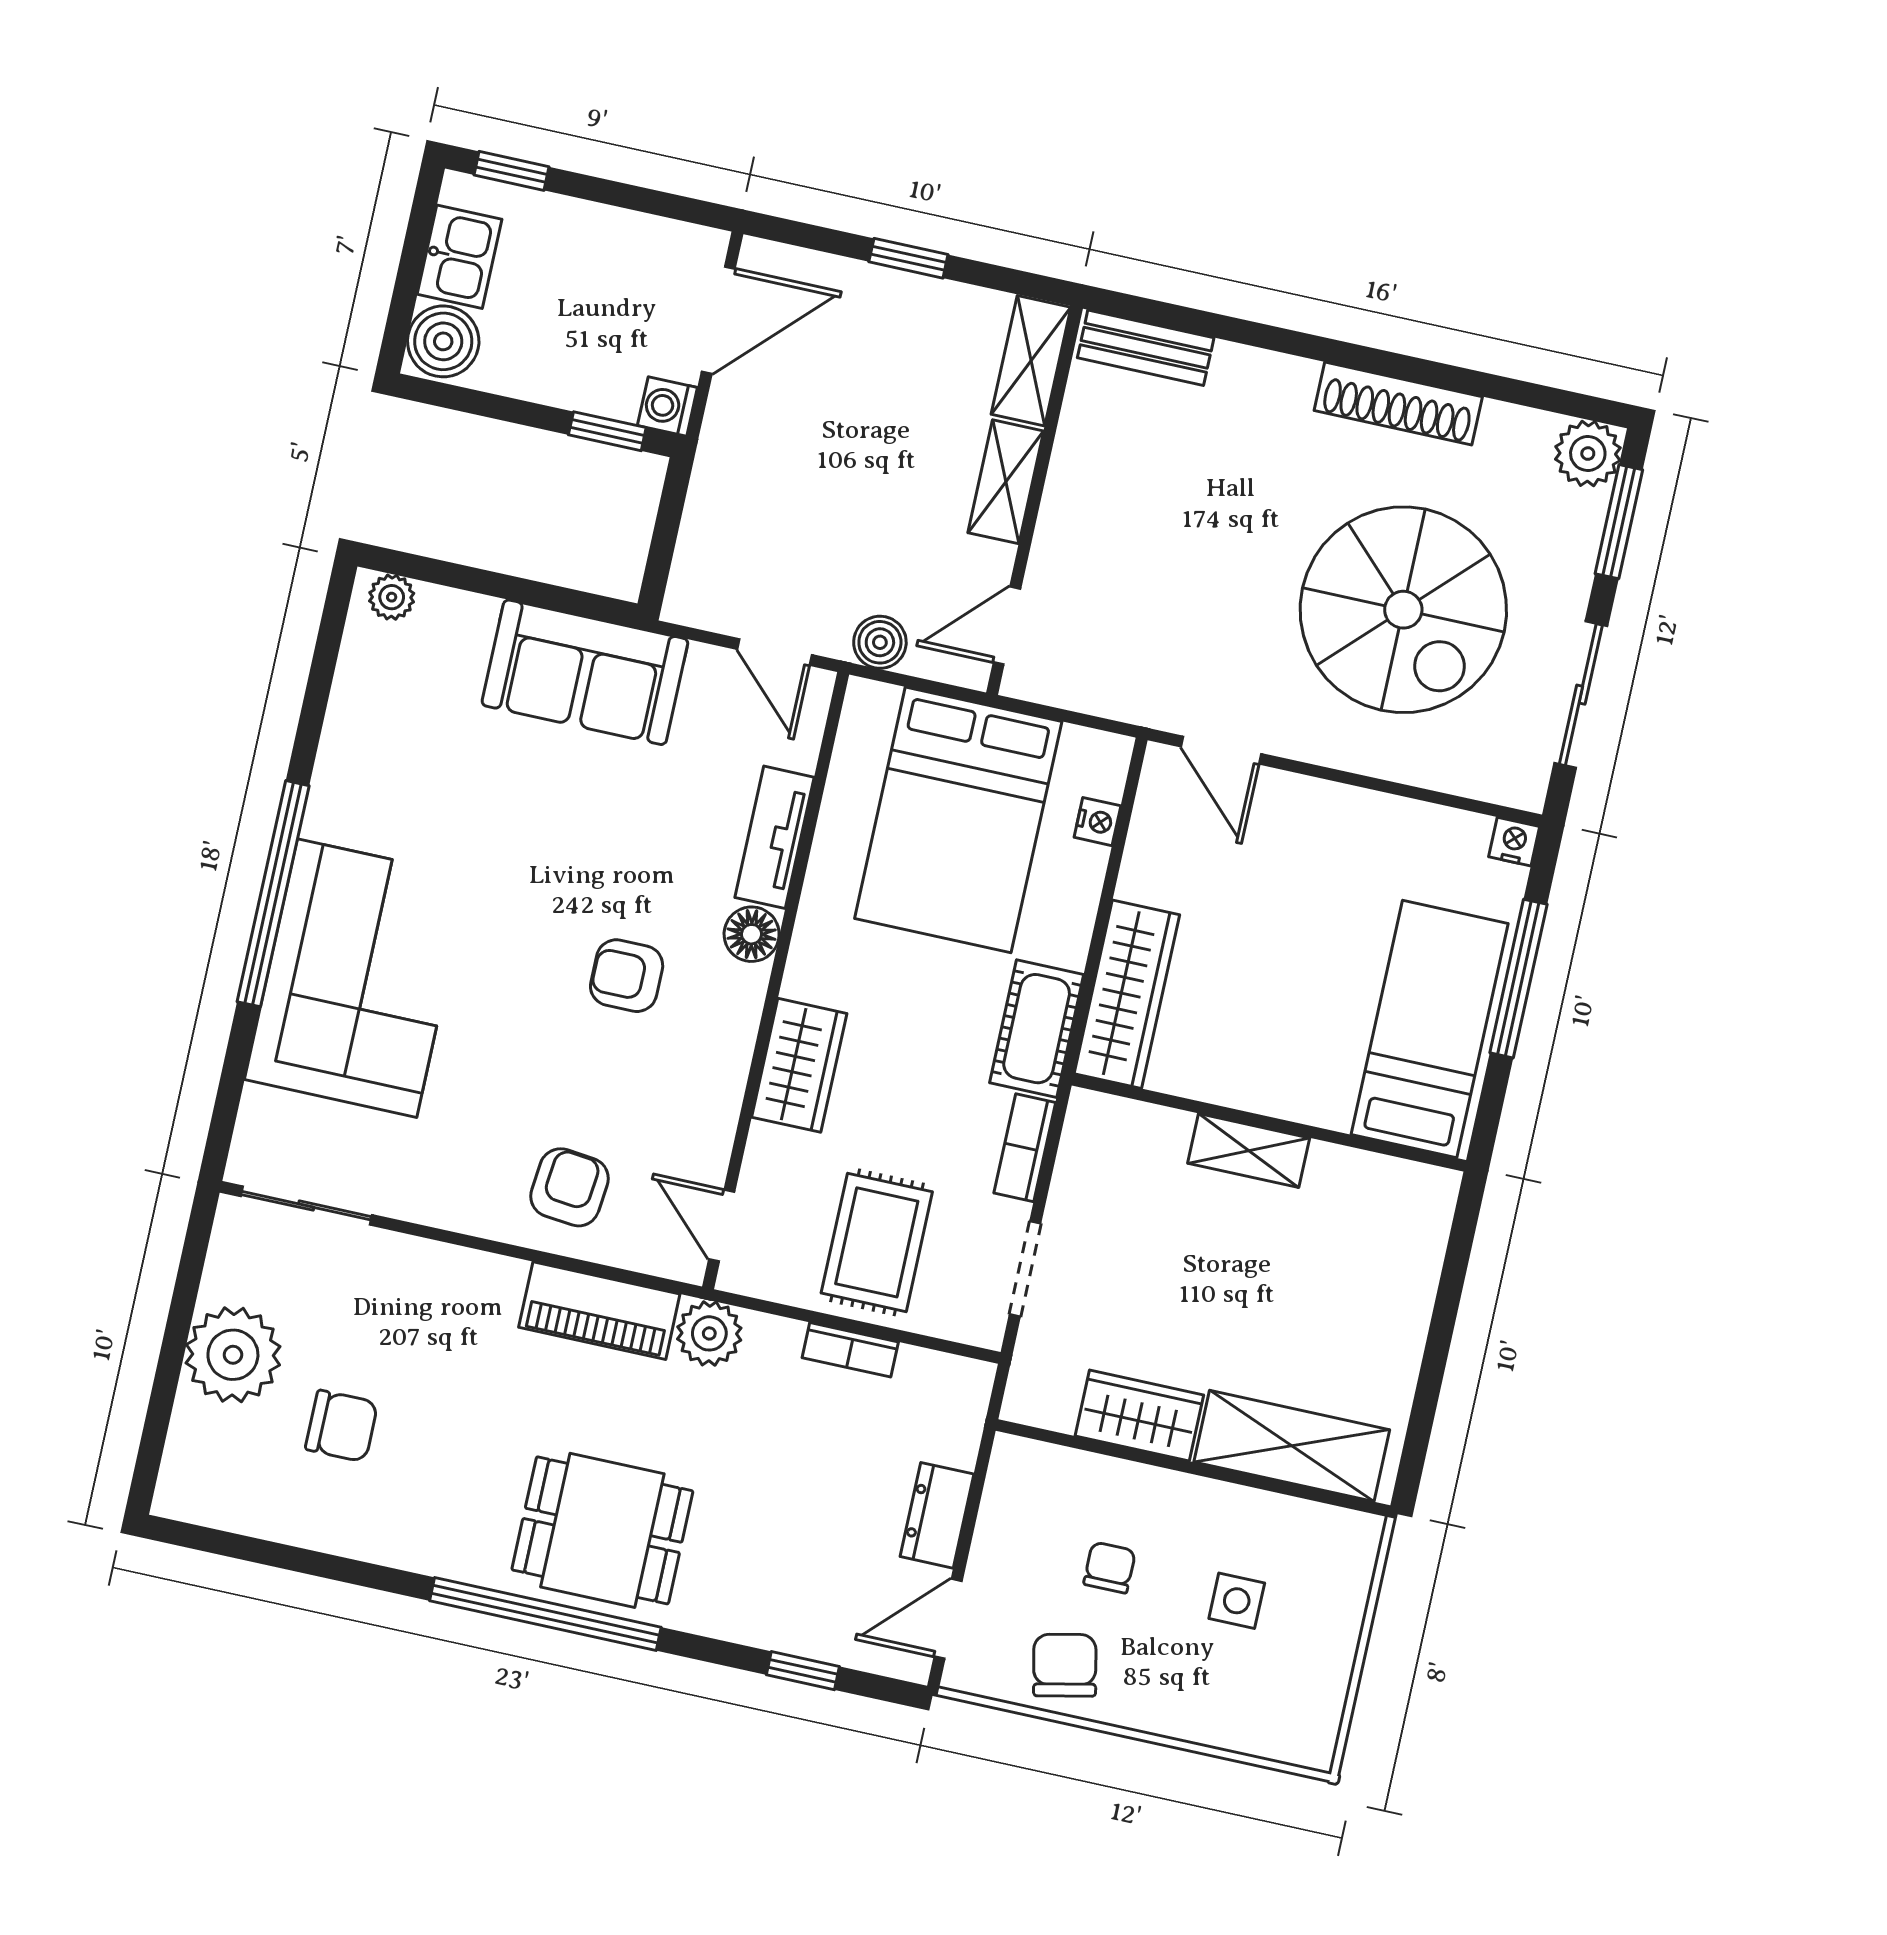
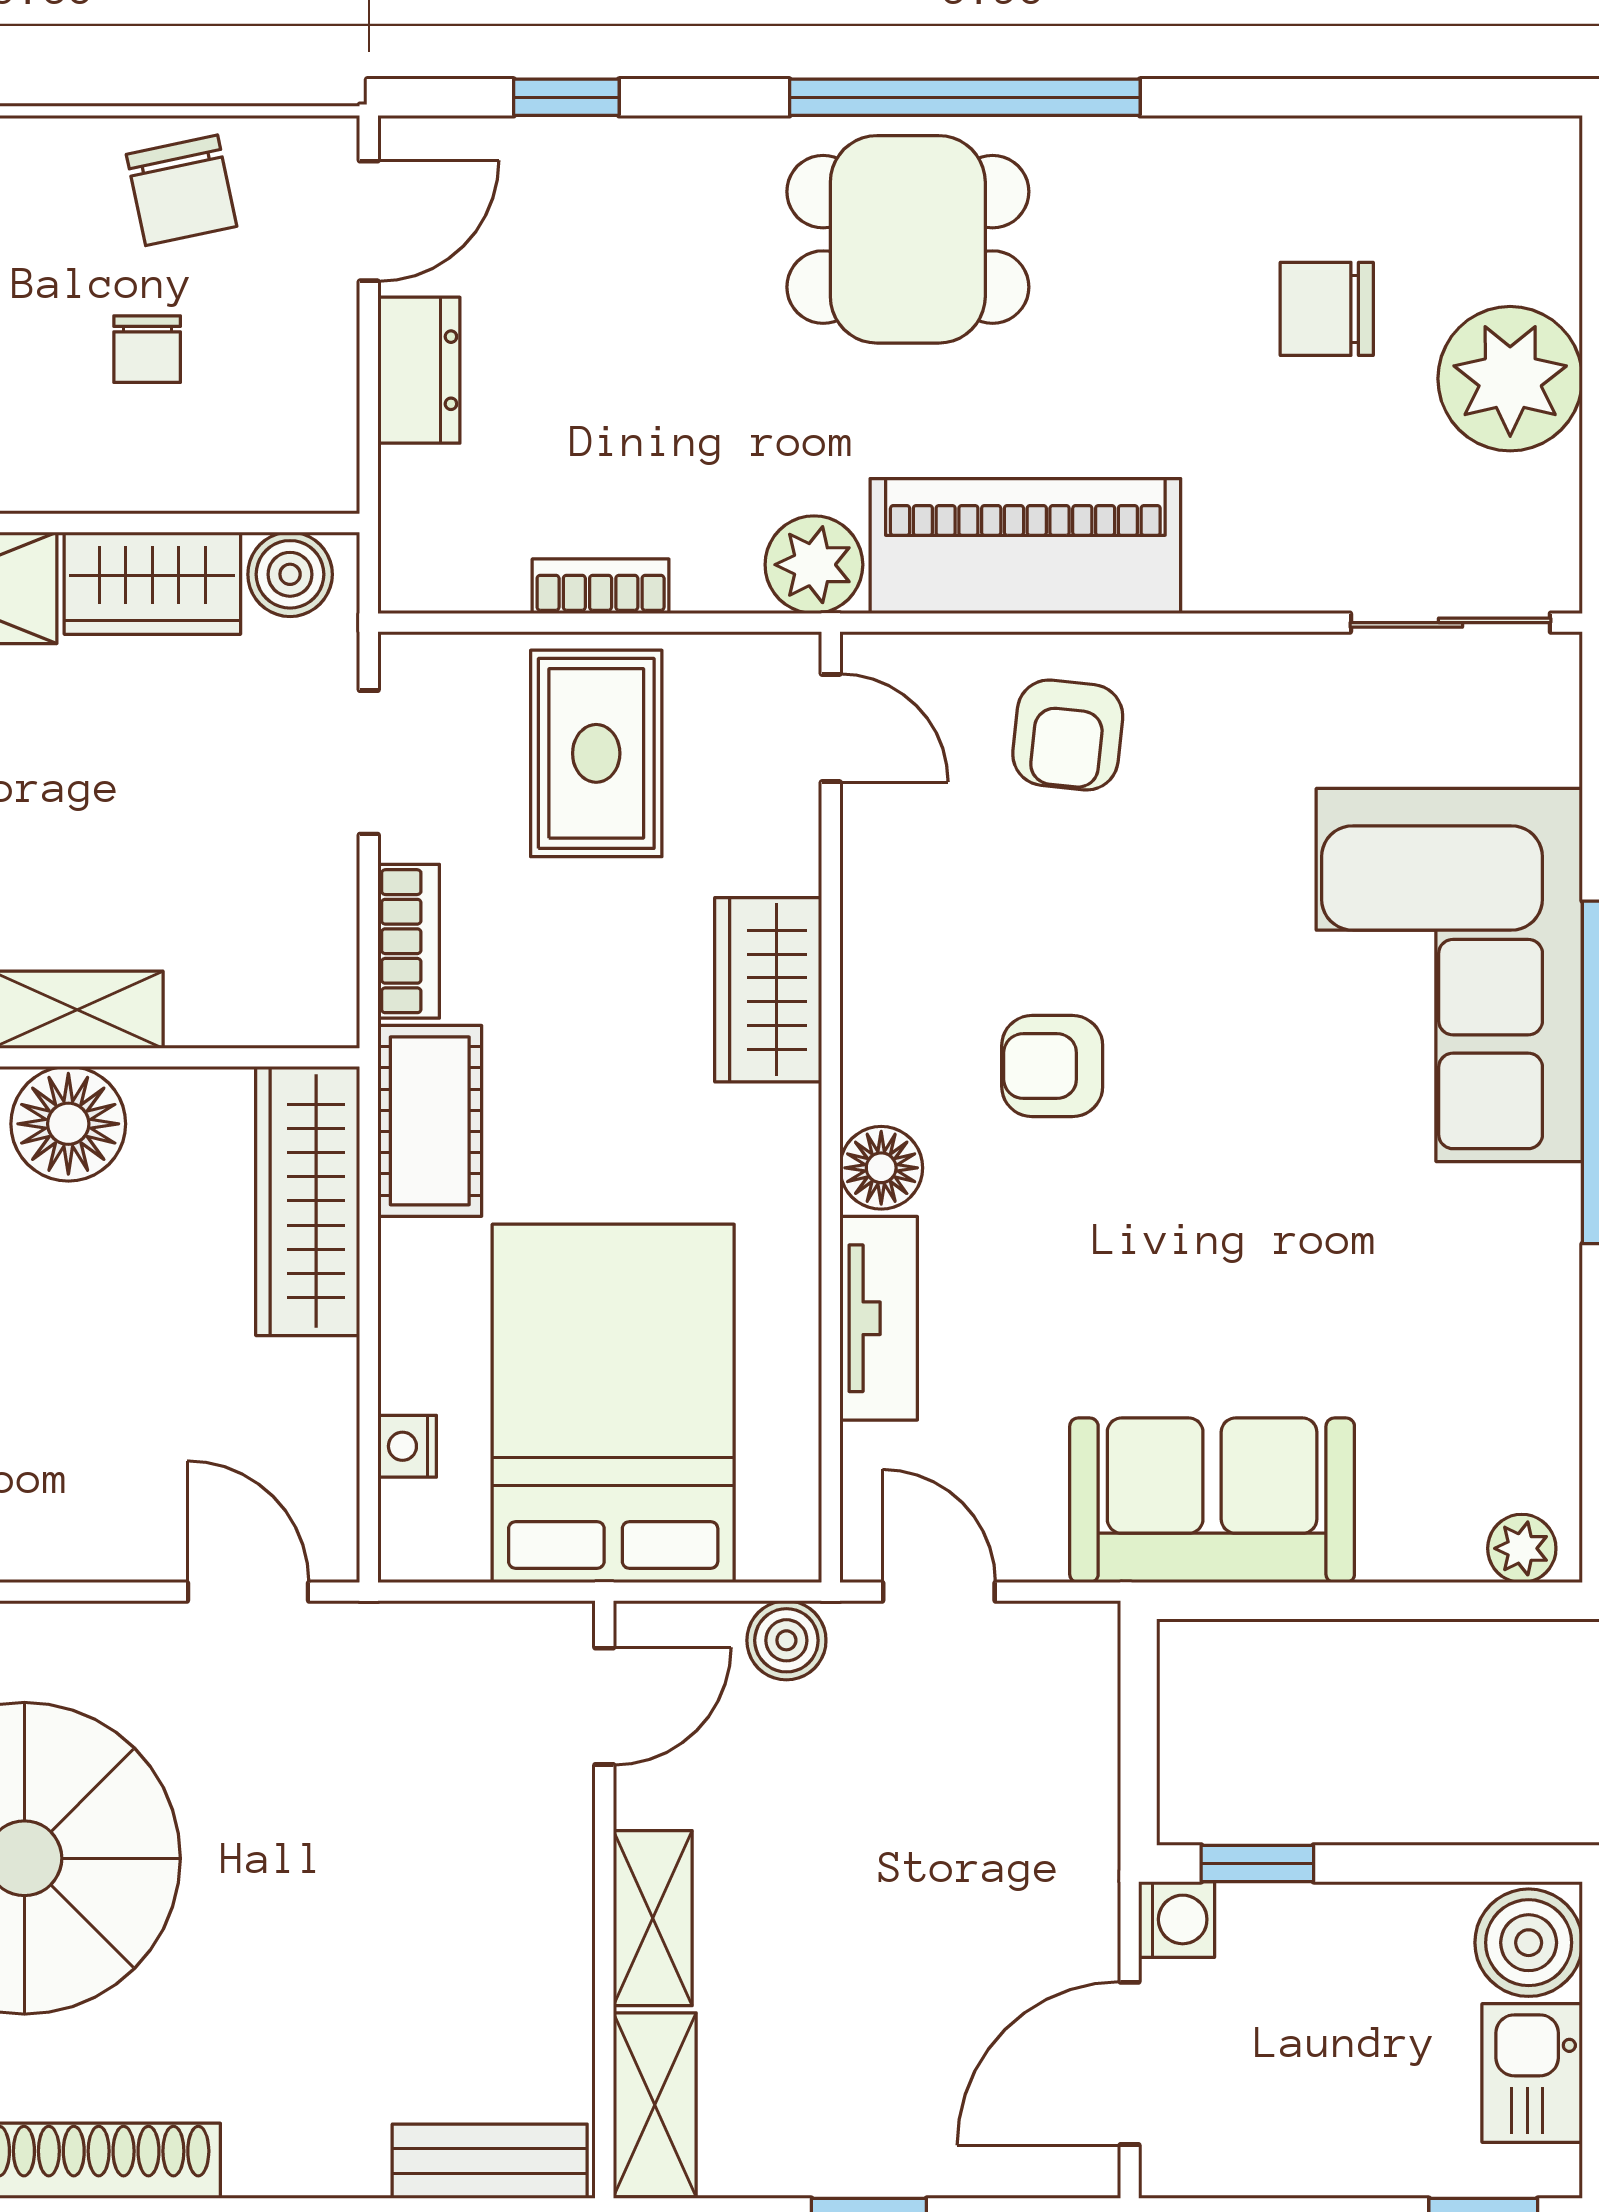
armchair: (627, 976) -> (1052, 1066), turned 180
floor lamp: (1271, 1078) -> (68, 1124), added
piano: (599, 1311) -> (1025, 546), width x1.37, depth x1.33
boiler: (1049, 1402) -> (290, 574), added

